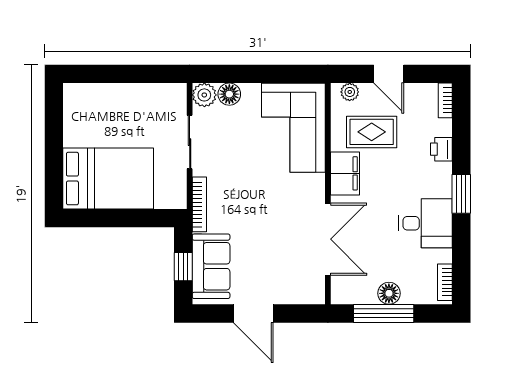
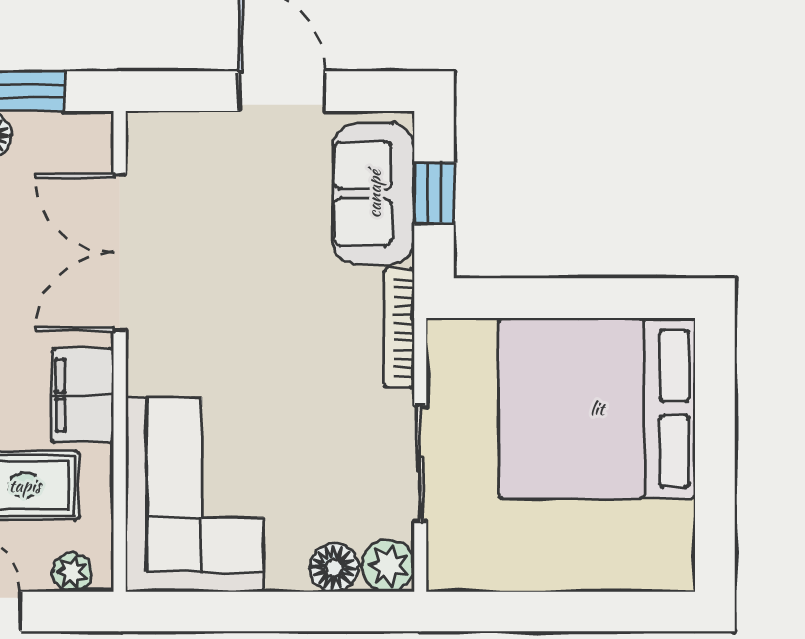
bed: (108, 179) -> (597, 408), width x1.36

